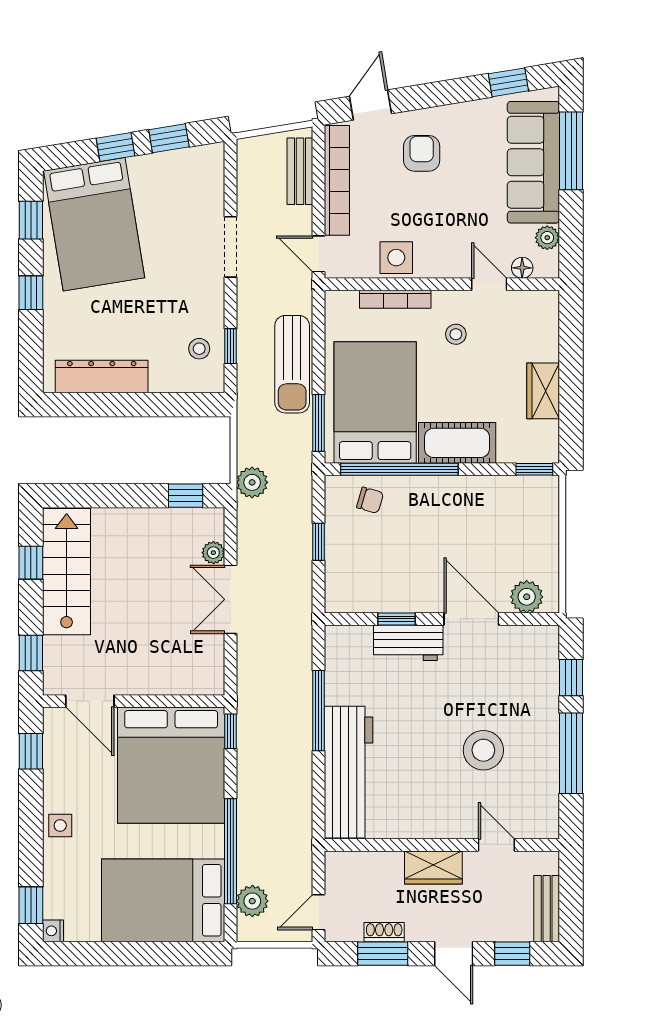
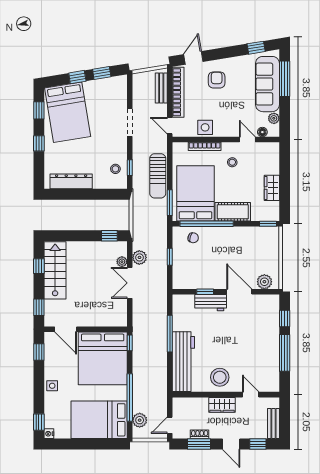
plant: (252, 482) -> (139, 257), moved
stool: (483, 750) -> (220, 377), moved

